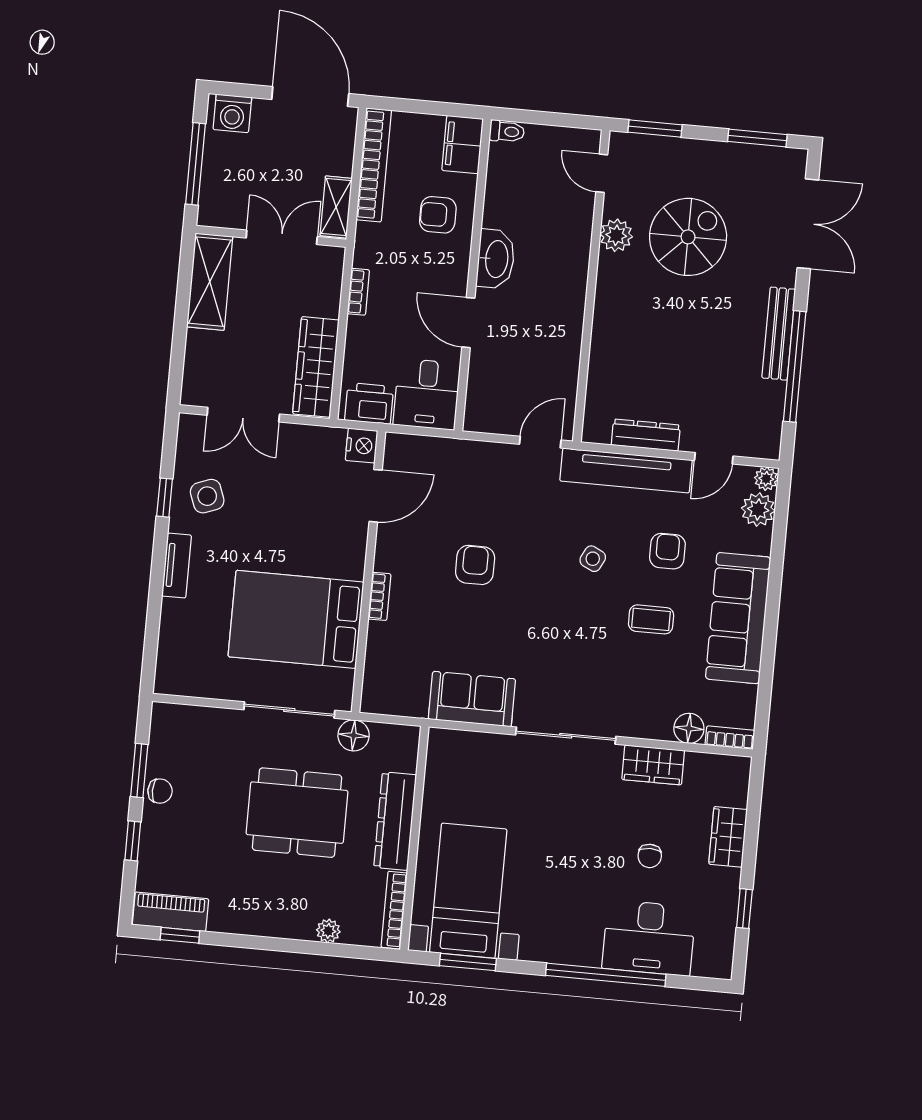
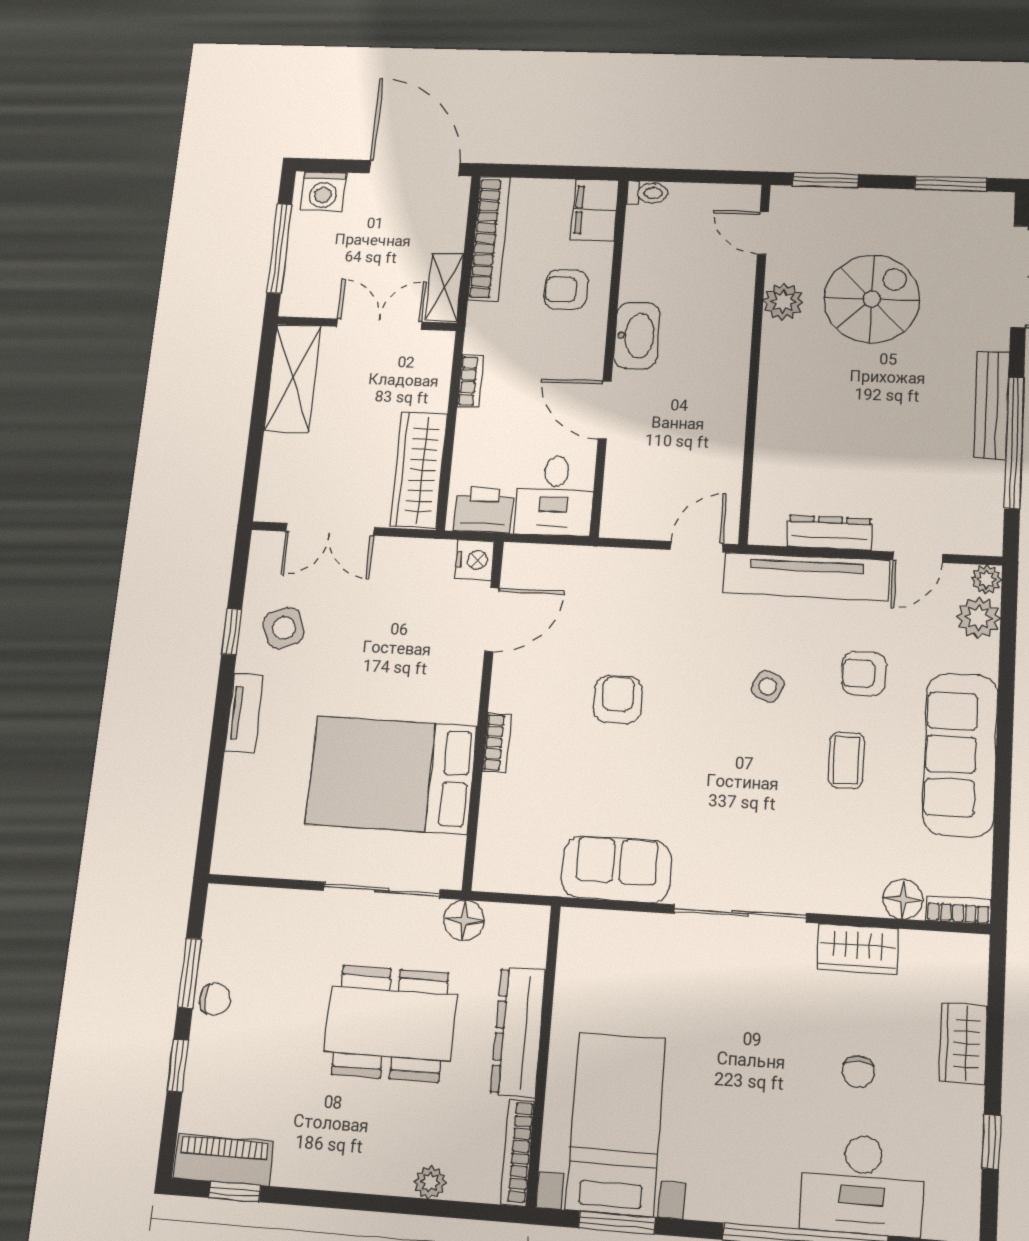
armchair: (667, 551) -> (864, 674), turned -90
coffee table: (651, 619) -> (846, 760), turned 90

